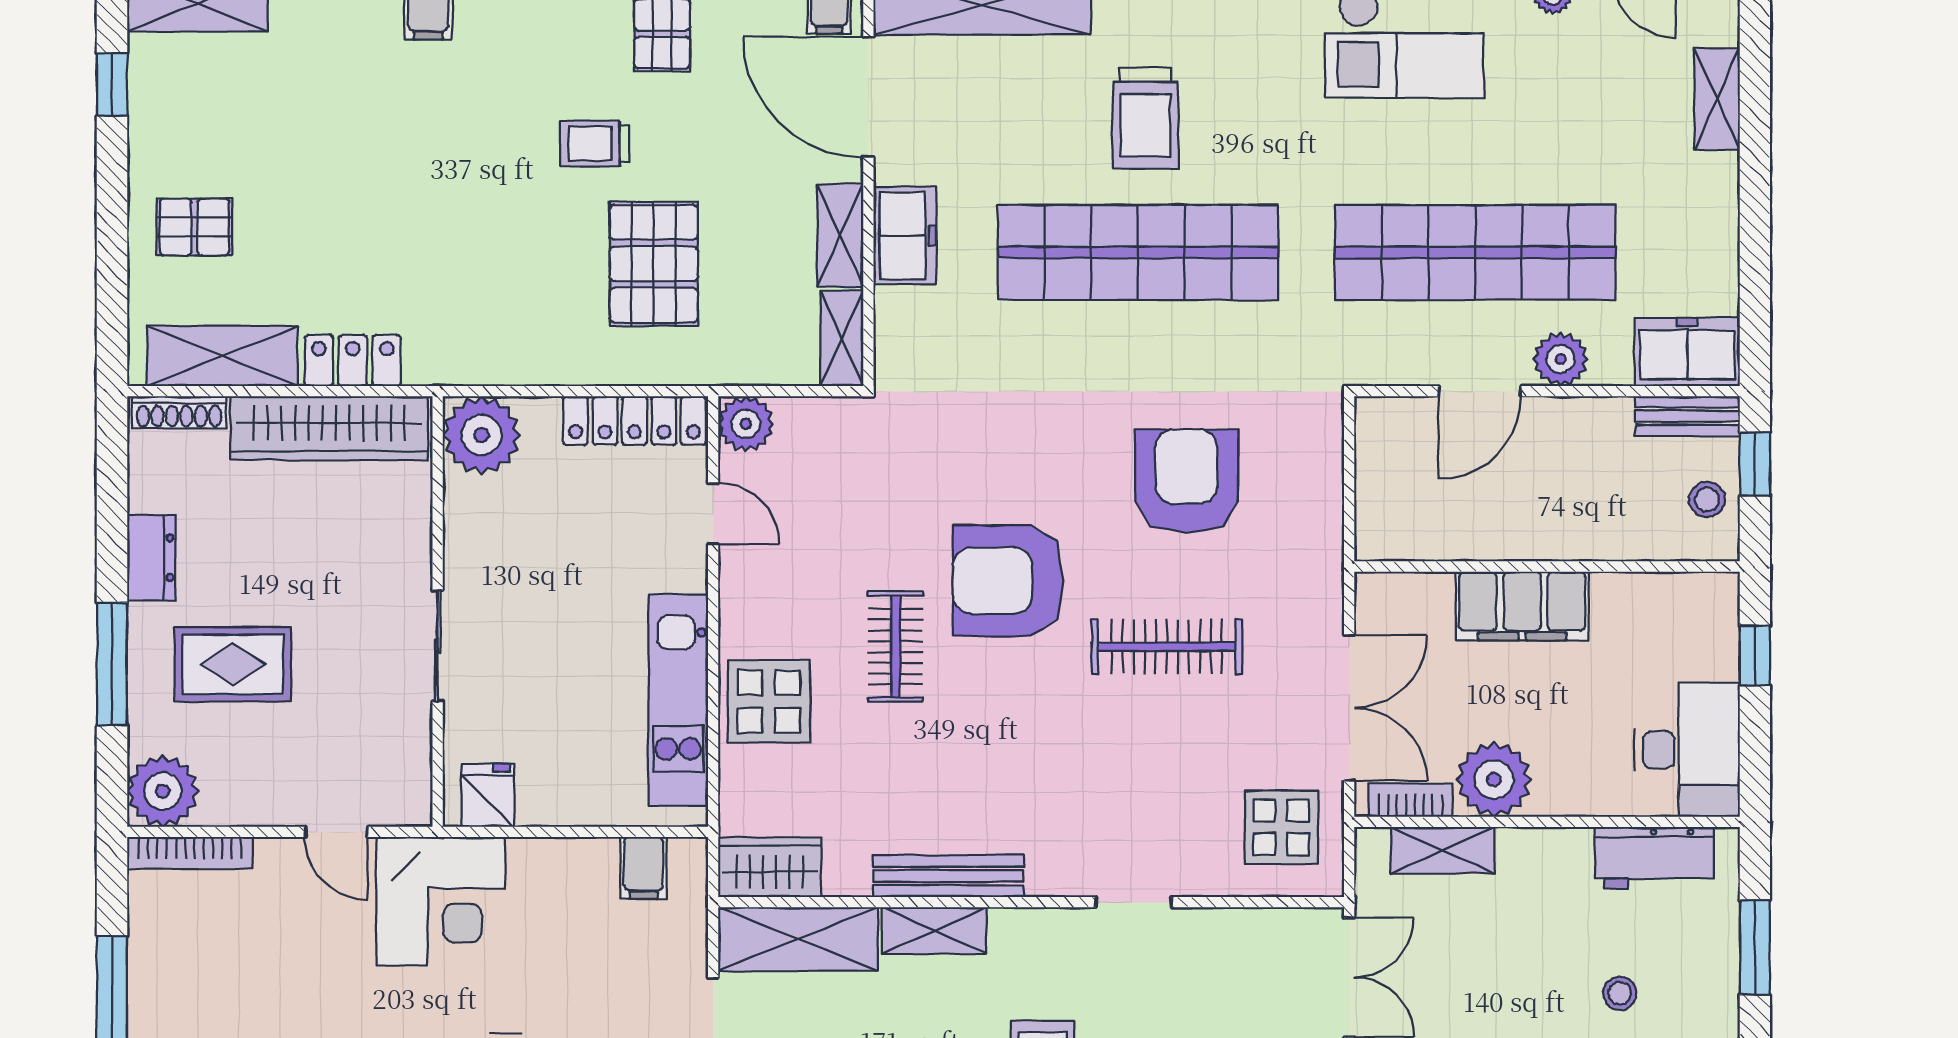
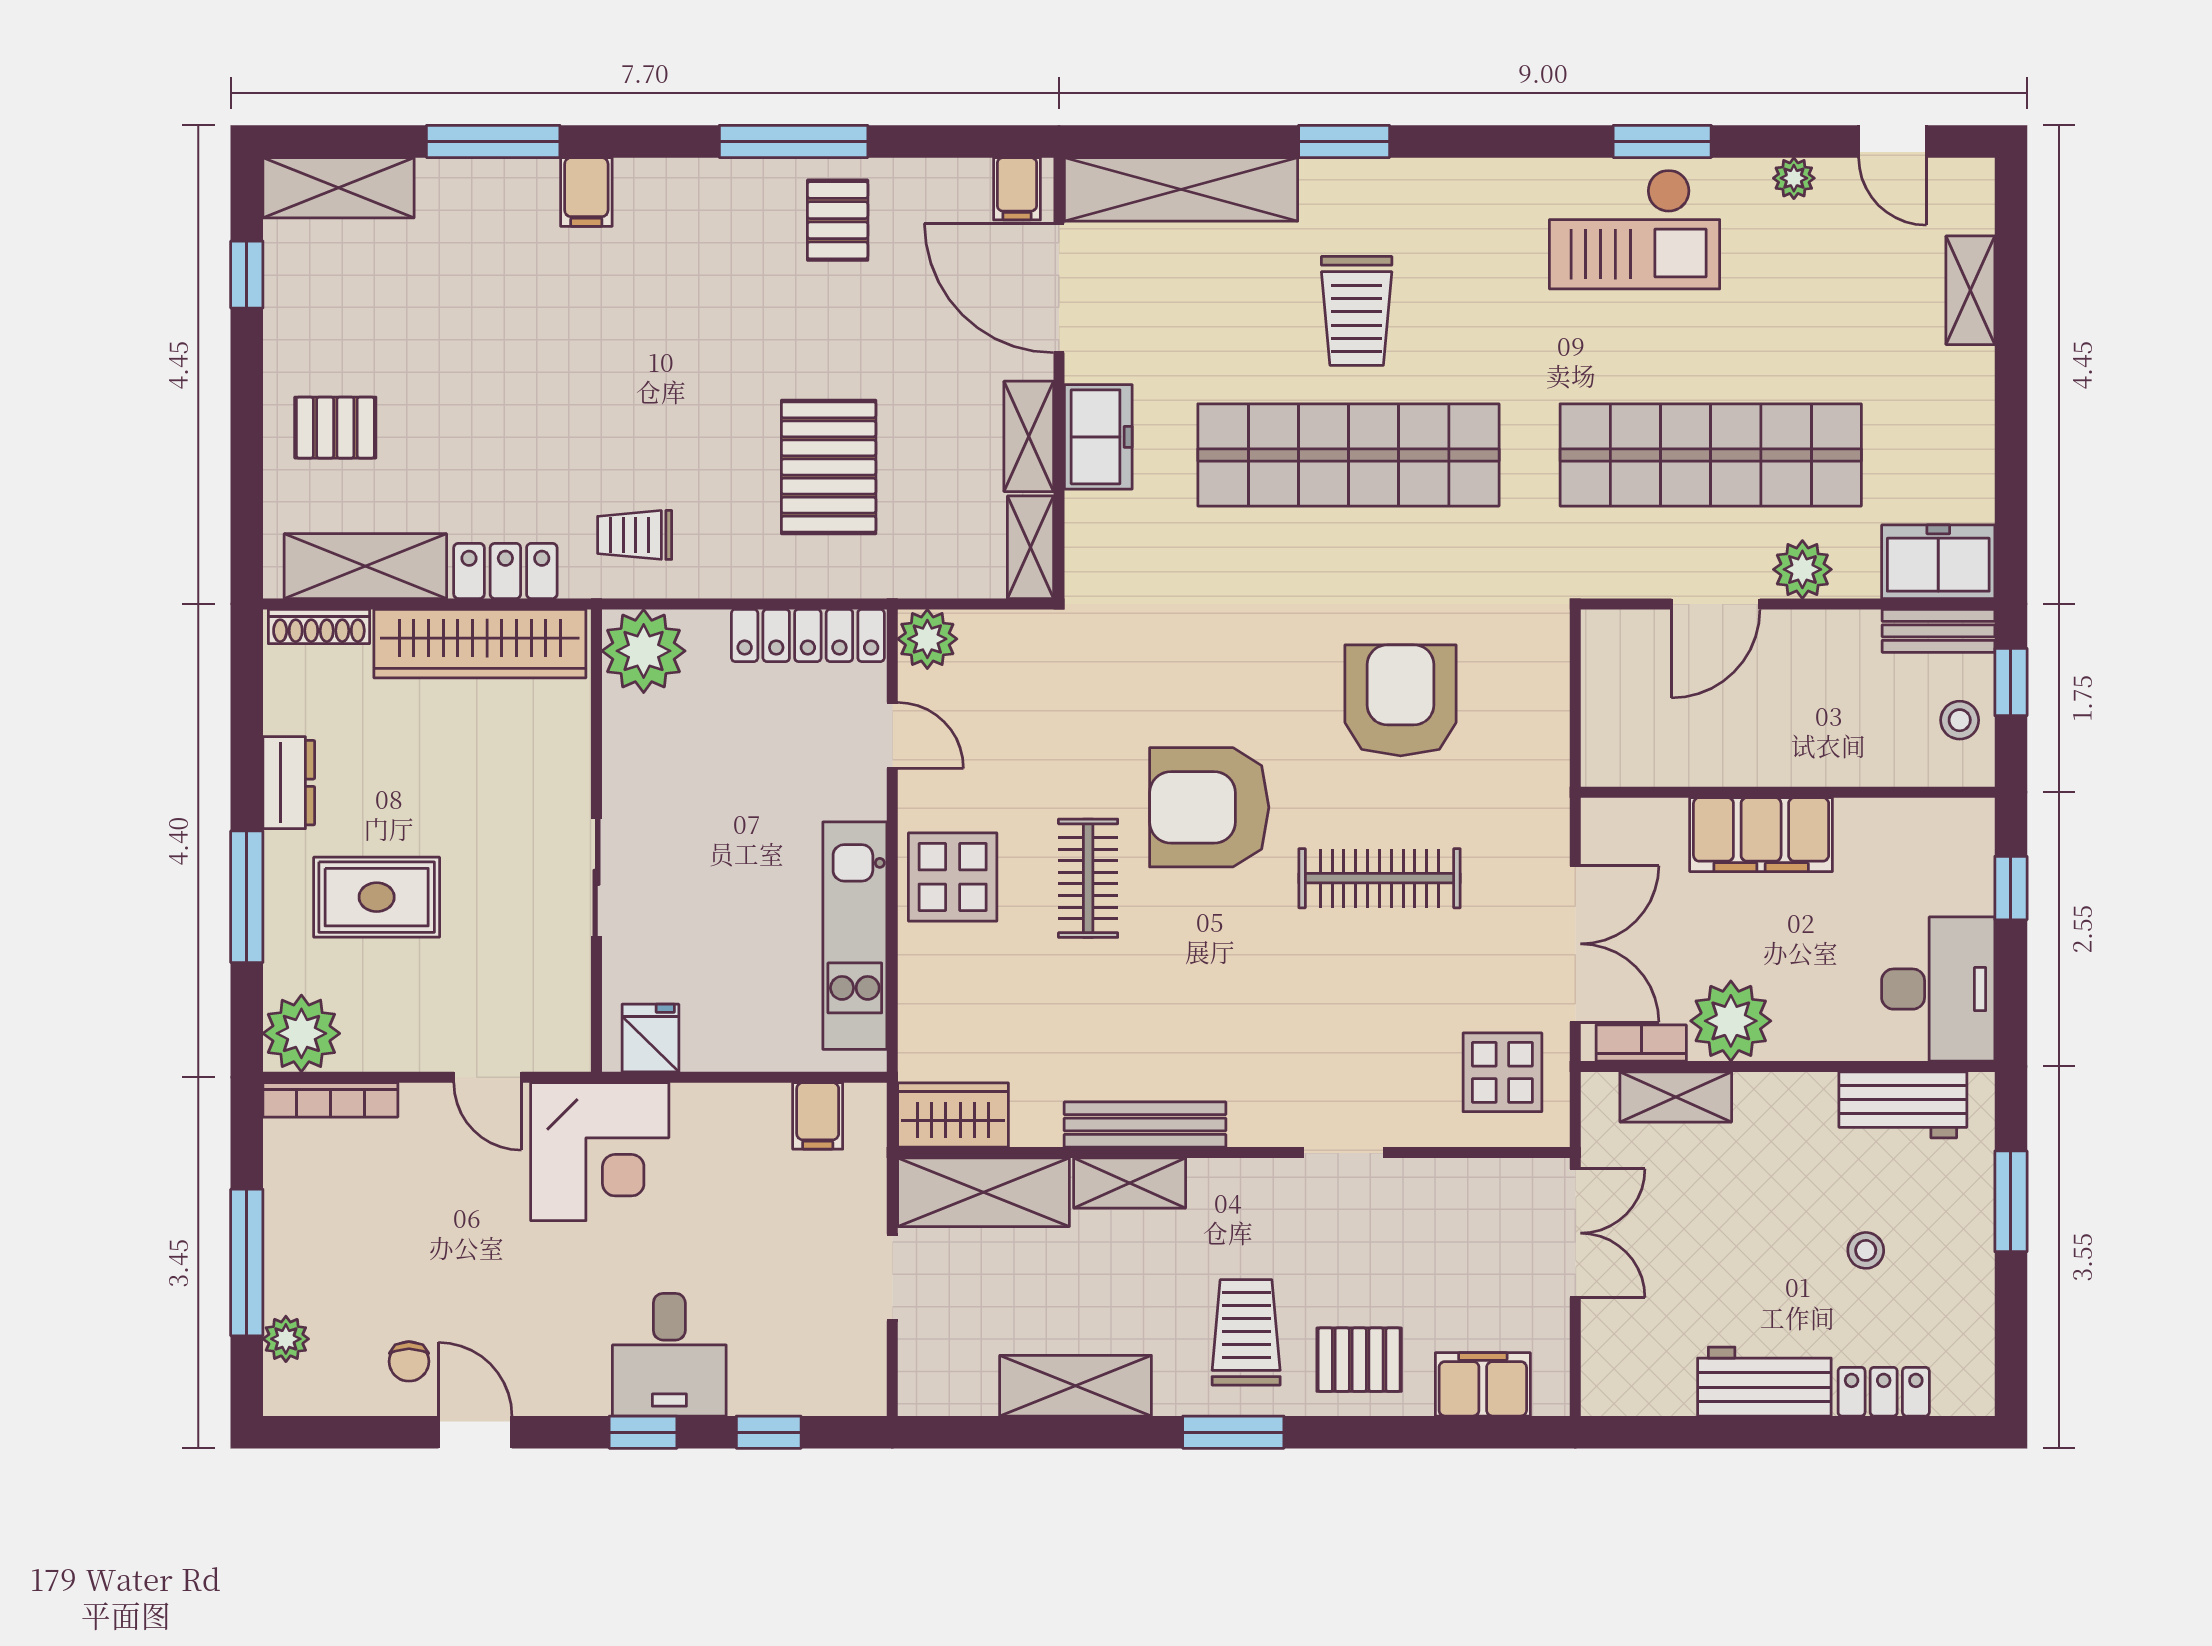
trolley: (595, 144) -> (635, 535), moved
display table: (769, 701) -> (953, 877), moved

